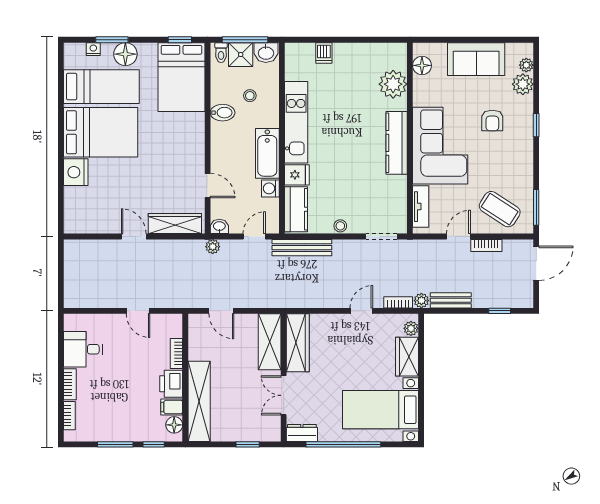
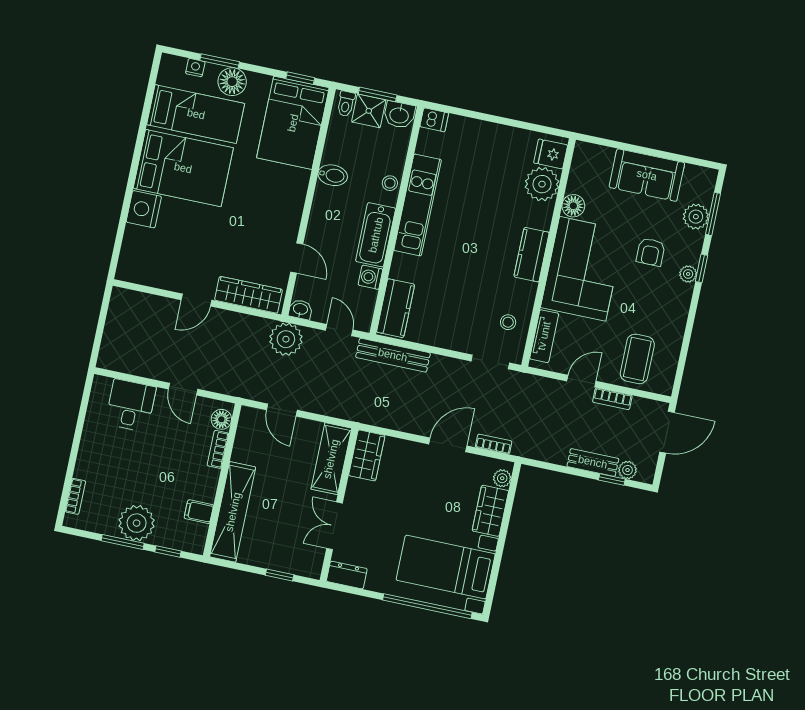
window: (245, 40) -> (378, 94), width x0.69
dishwasher: (324, 53) -> (434, 120), moved, turned -90
floor lamp: (422, 65) -> (573, 206), moved
plant: (526, 65) -> (688, 274), moved
stool: (250, 96) -> (390, 183), moved
kitchen counter: (397, 143) -> (532, 255), width x0.67
fridge: (297, 175) -> (551, 154), moved, turned 180
window: (536, 207) -> (713, 214), moved
coffee table: (500, 209) -> (637, 359), turned 57
stool: (340, 226) -> (508, 322), moved
door: (134, 237) -> (196, 300), swing flipped
door: (254, 237) -> (339, 330), hinge flipped
plant: (213, 247) -> (286, 339), width x1.88, depth x1.88
bench: (451, 300) -> (593, 462), moved
plant: (421, 301) -> (628, 470), moved
door: (361, 311) -> (448, 445), width x1.38
wardrobe: (298, 343) -> (367, 455), width x0.67
desk: (83, 349) -> (131, 405), moved, turned 90
bookcase: (70, 384) -> (84, 459), removed
printer: (171, 384) -> (204, 484), removed
floor lamp: (174, 425) -> (221, 419), moved
plant: (123, 427) -> (137, 523), added
window: (343, 444) -> (427, 606), moved

